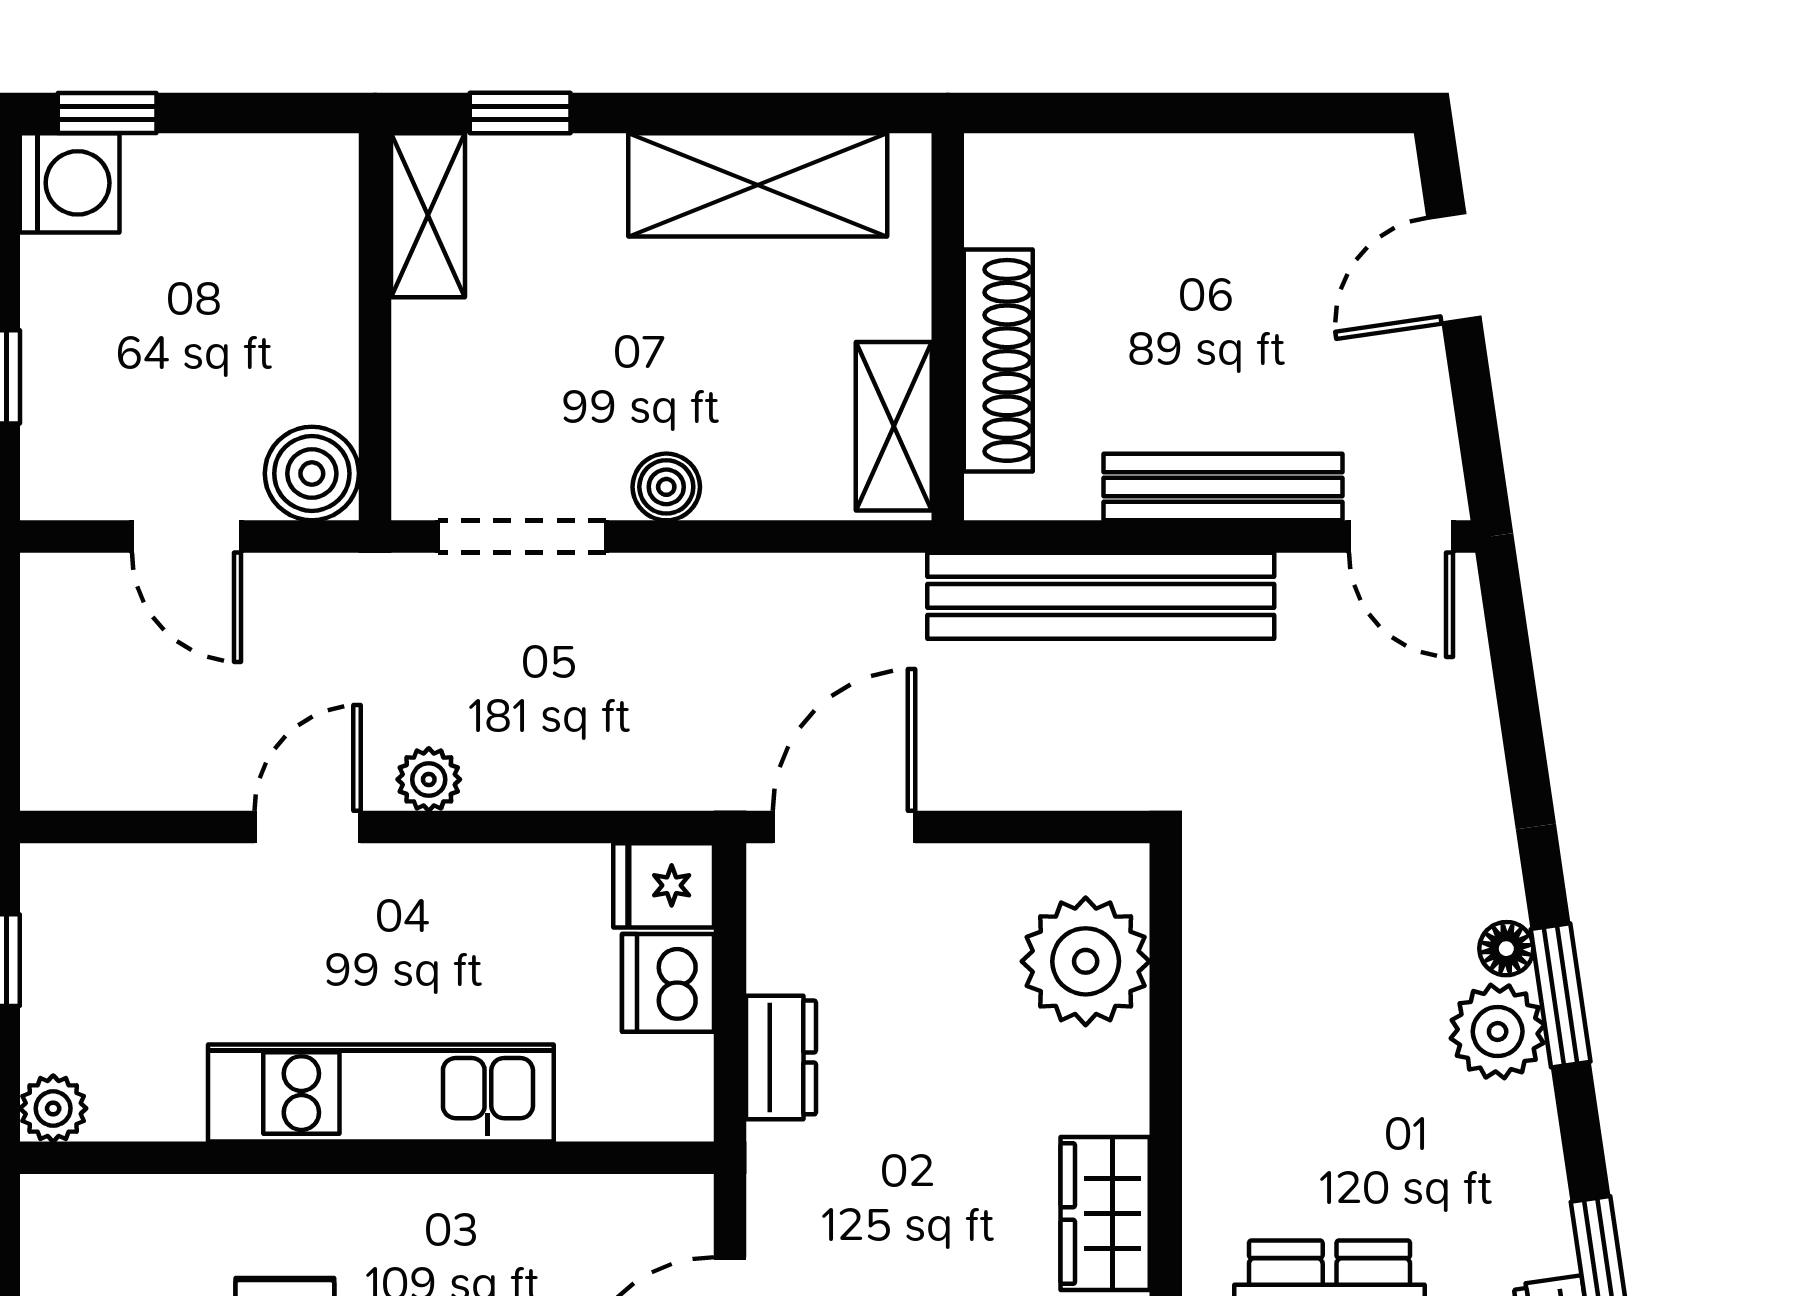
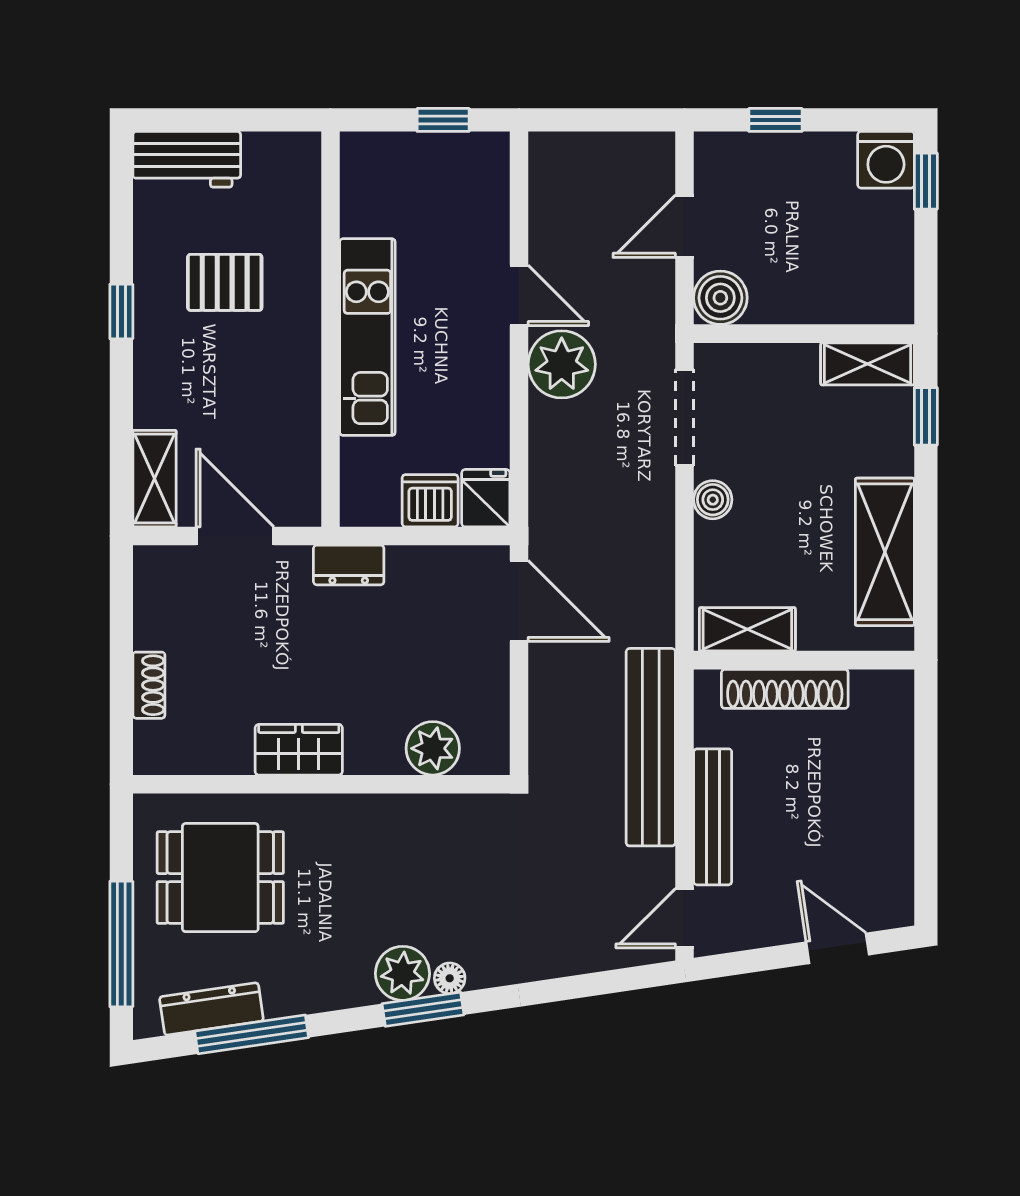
plant: (429, 779) -> (562, 364), width x1.88, depth x1.88
plant: (1086, 961) -> (433, 748), width x0.73, depth x0.73
dresser: (781, 1057) -> (349, 565), moved
plant: (53, 1108) -> (359, 150), removed

